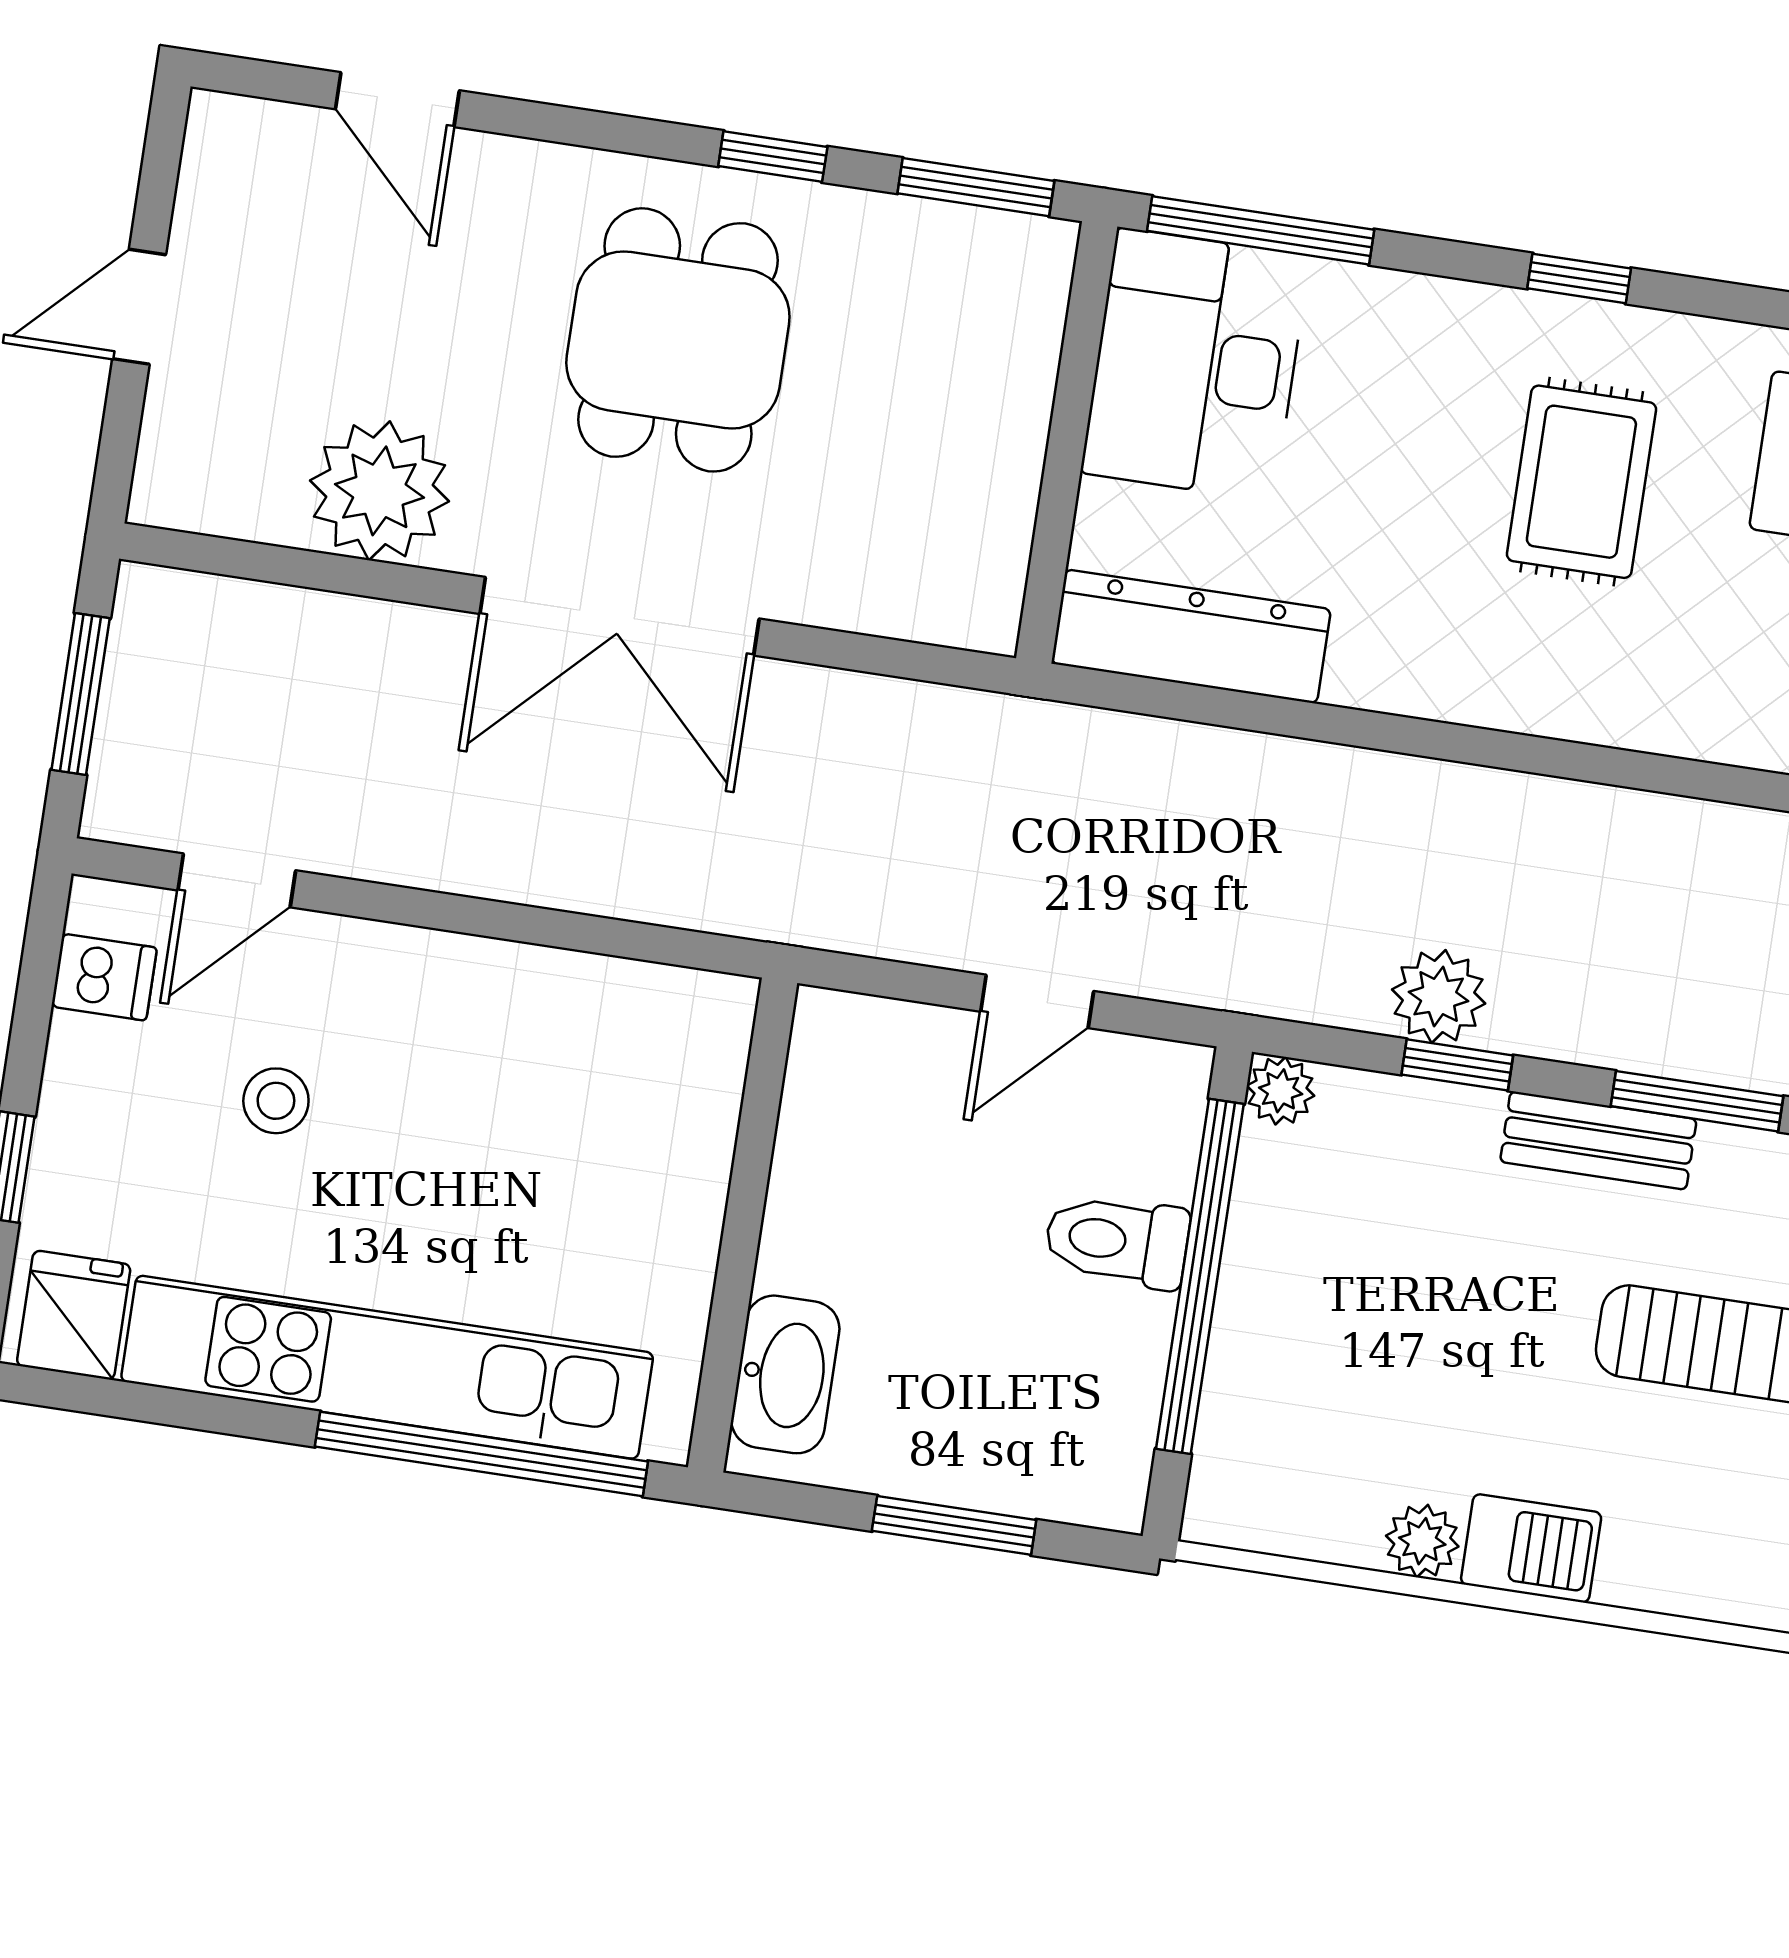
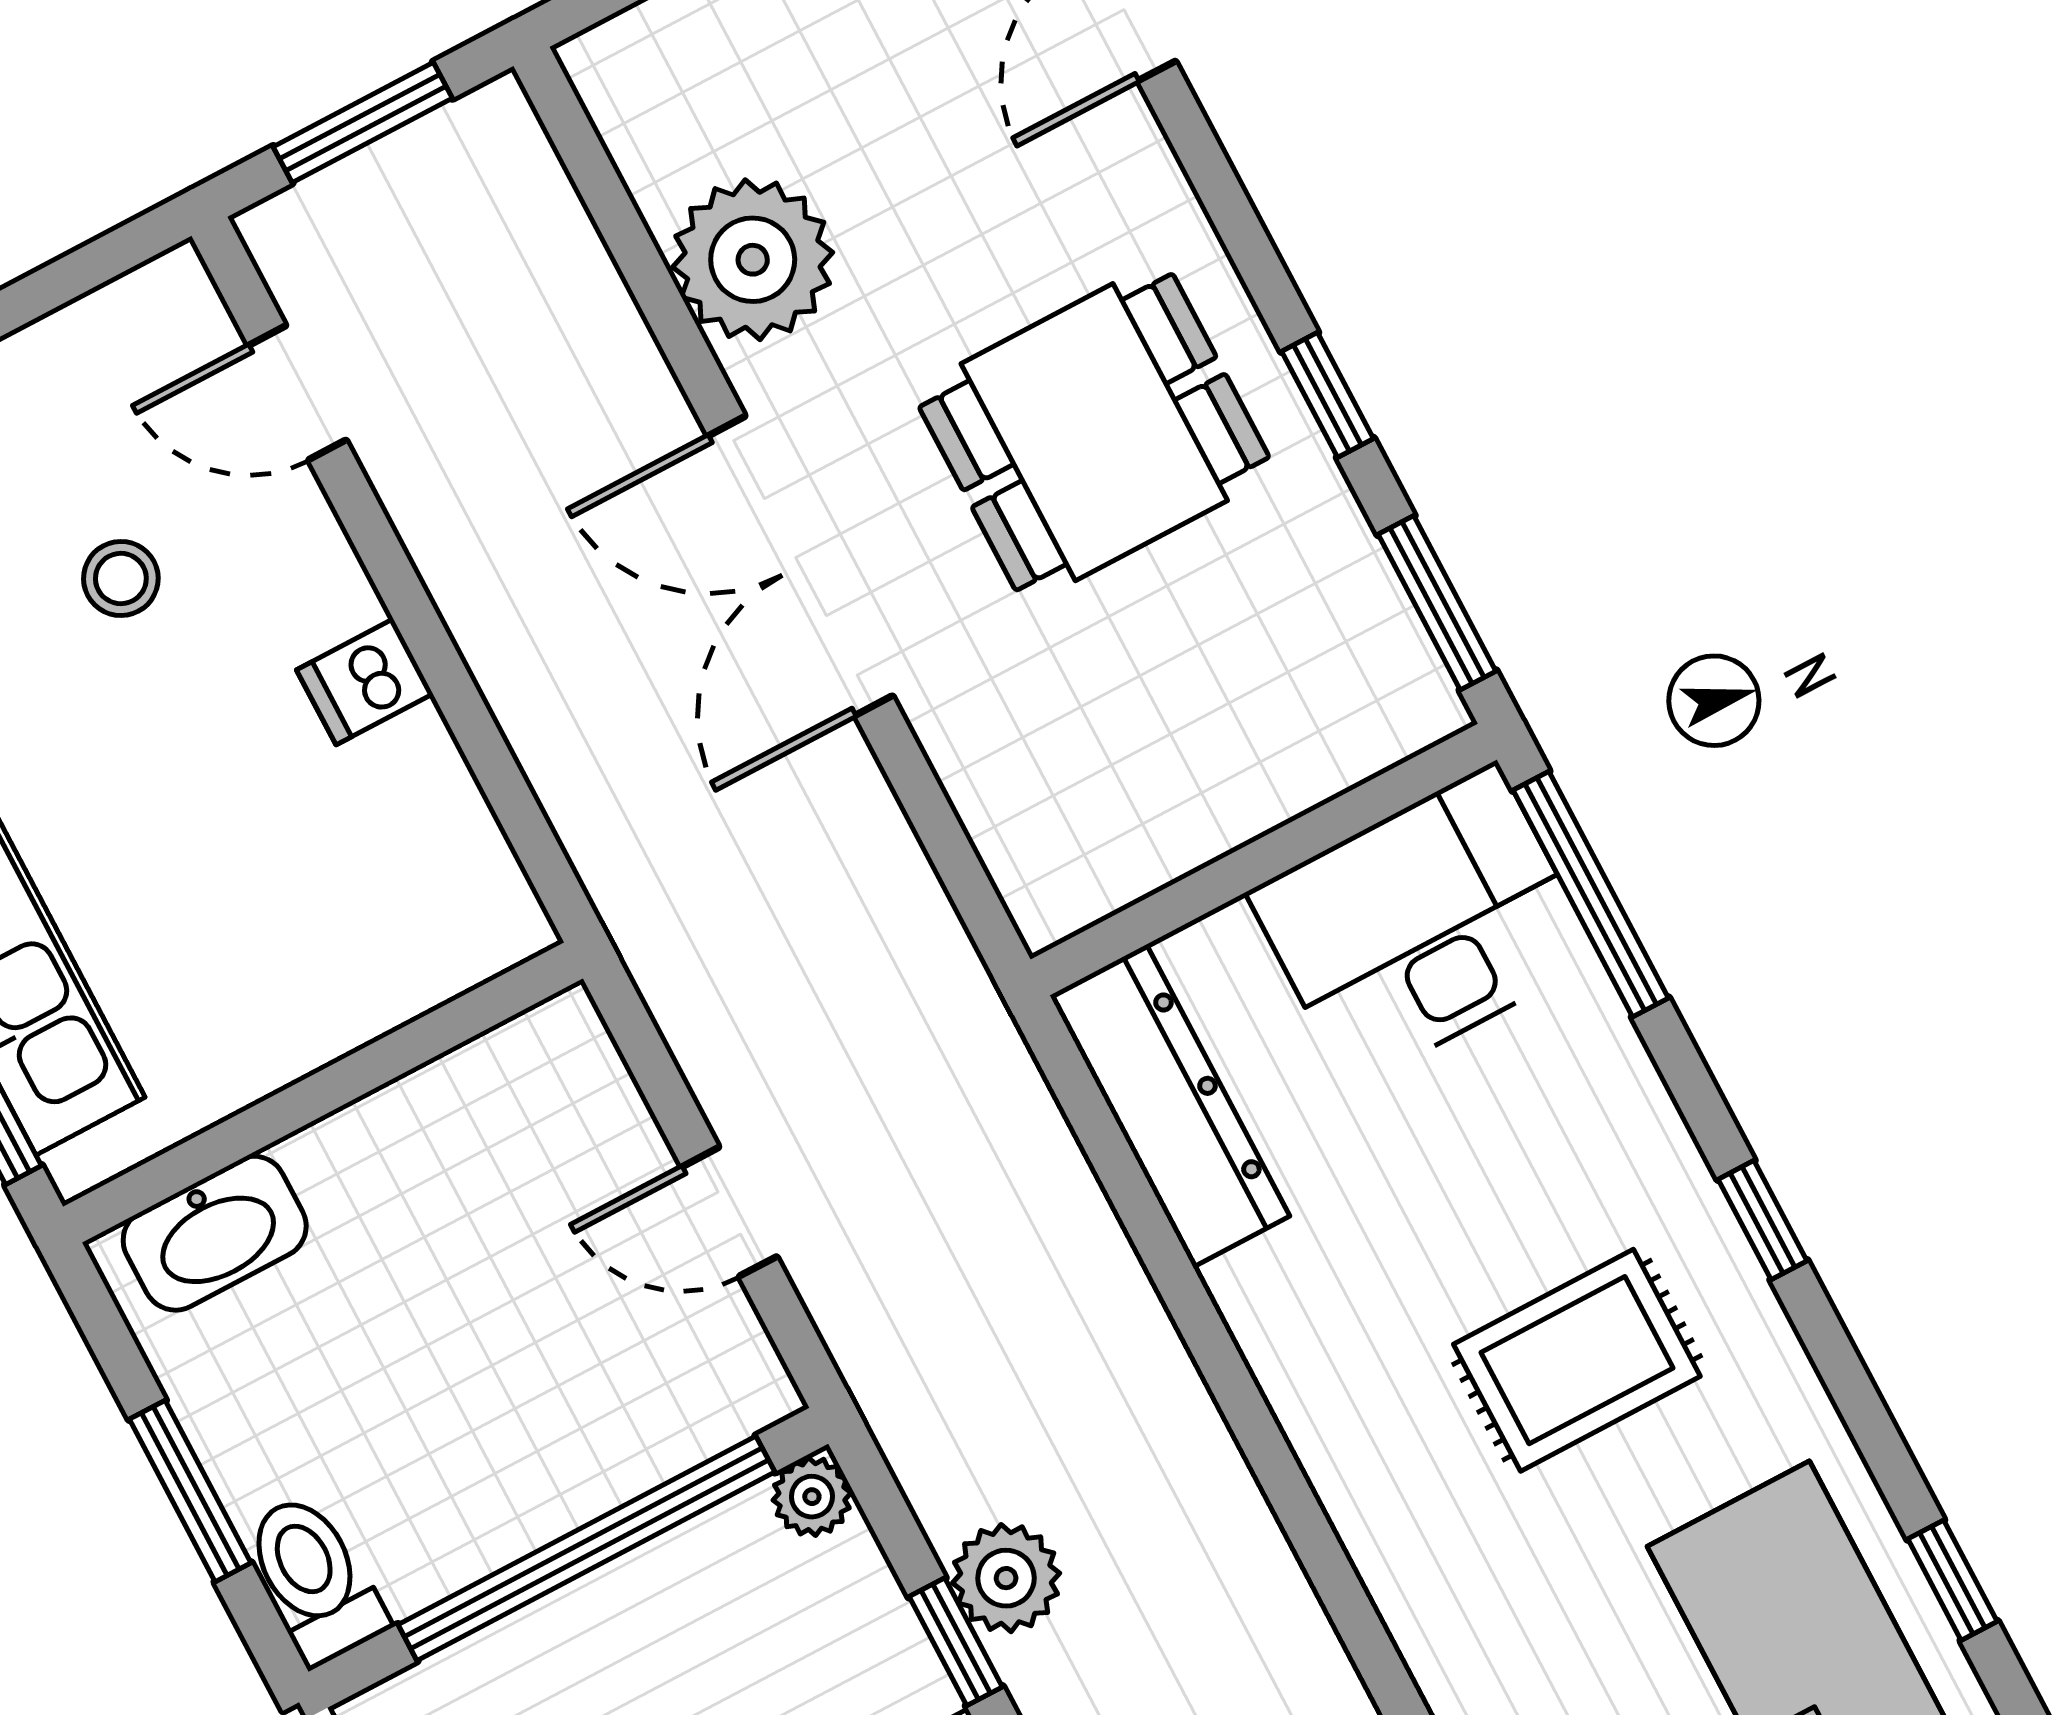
dishwasher: (104, 977) -> (365, 682), moved, turned 90
toilet: (1117, 1241) -> (314, 1579), moved

